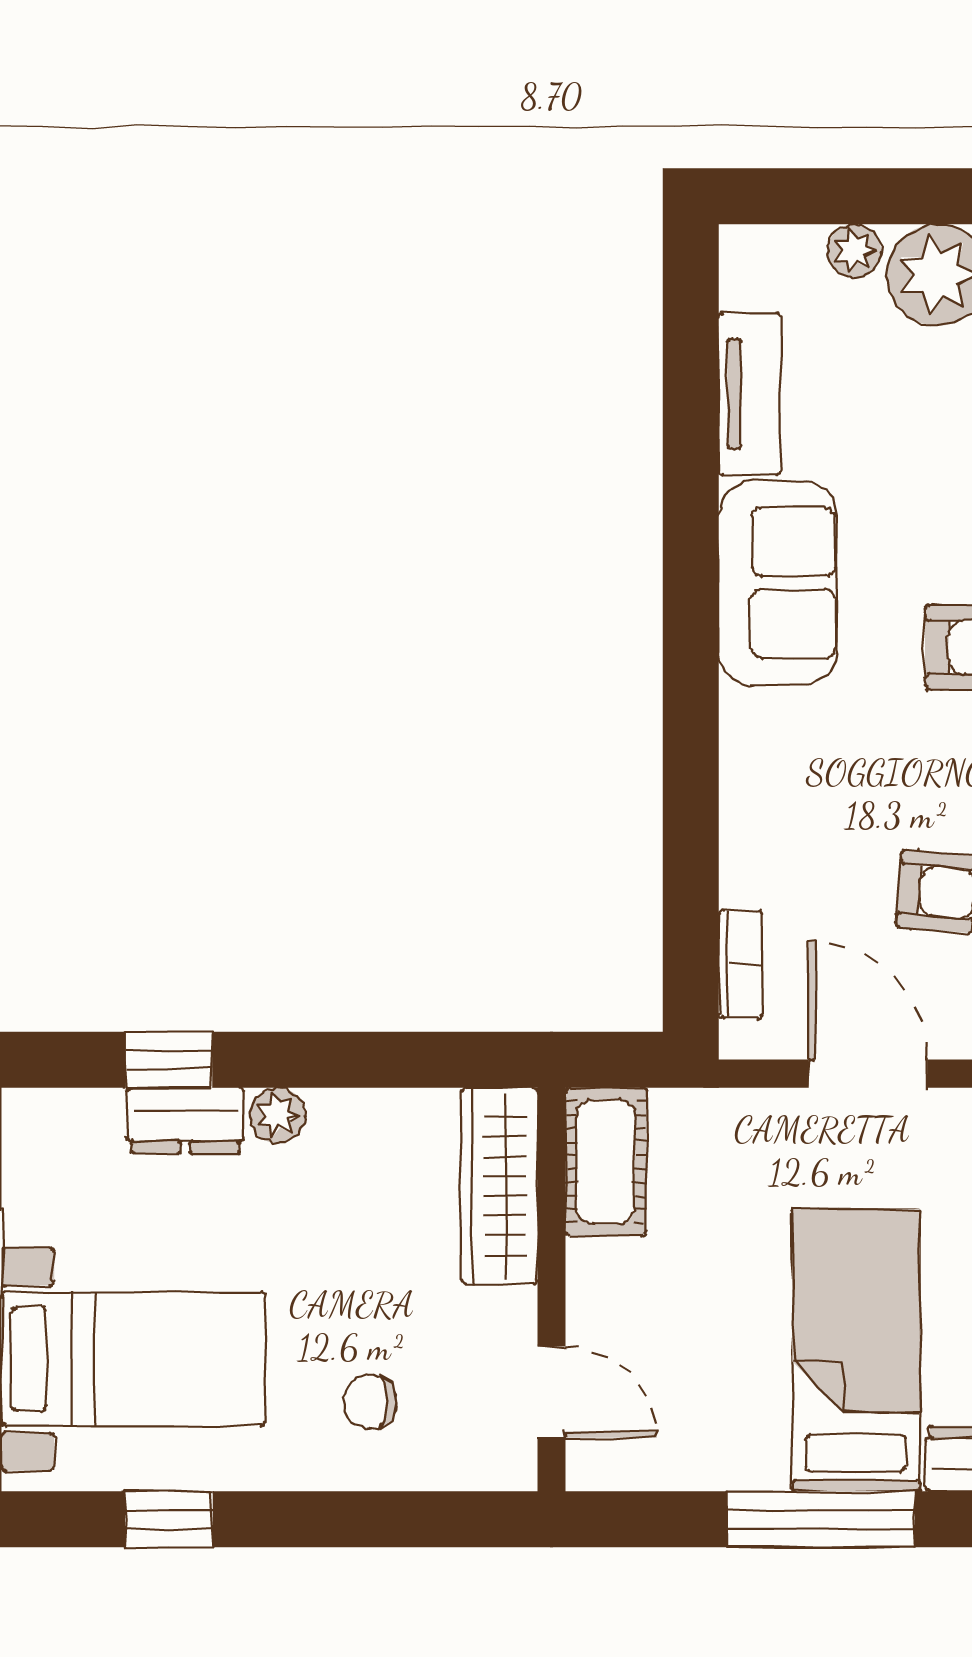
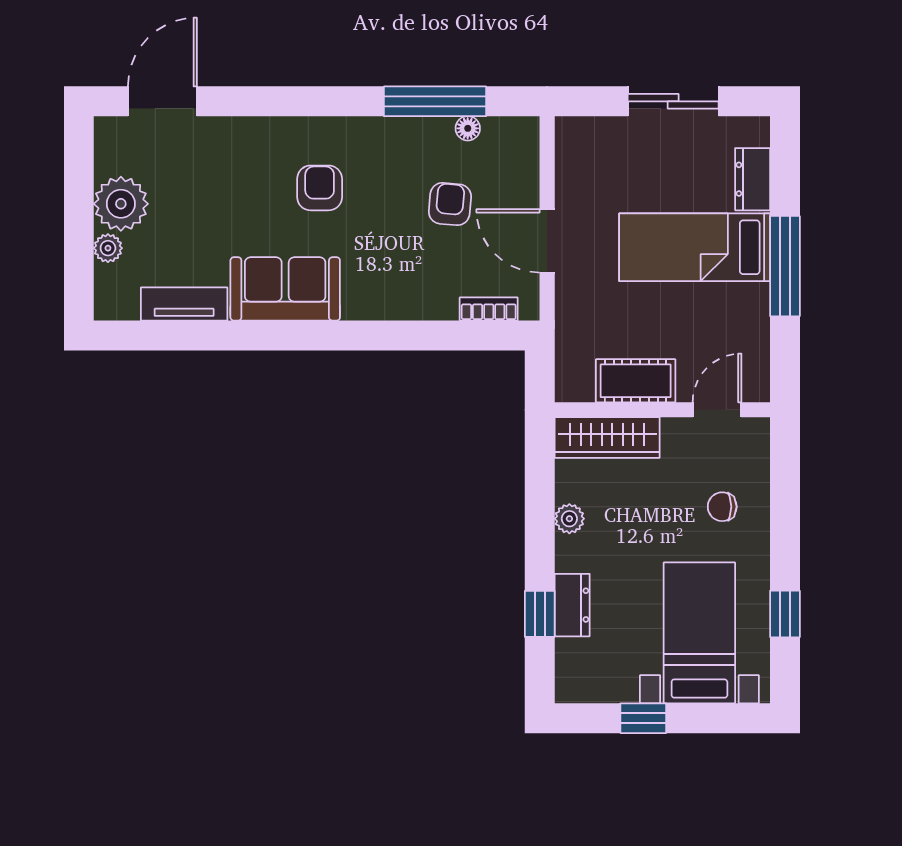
door: (868, 1074) -> (547, 241), hinge flipped
plant: (277, 1115) -> (569, 519), moved
cot: (606, 1162) -> (636, 381), moved
chair: (370, 1402) -> (722, 507), turned 90

